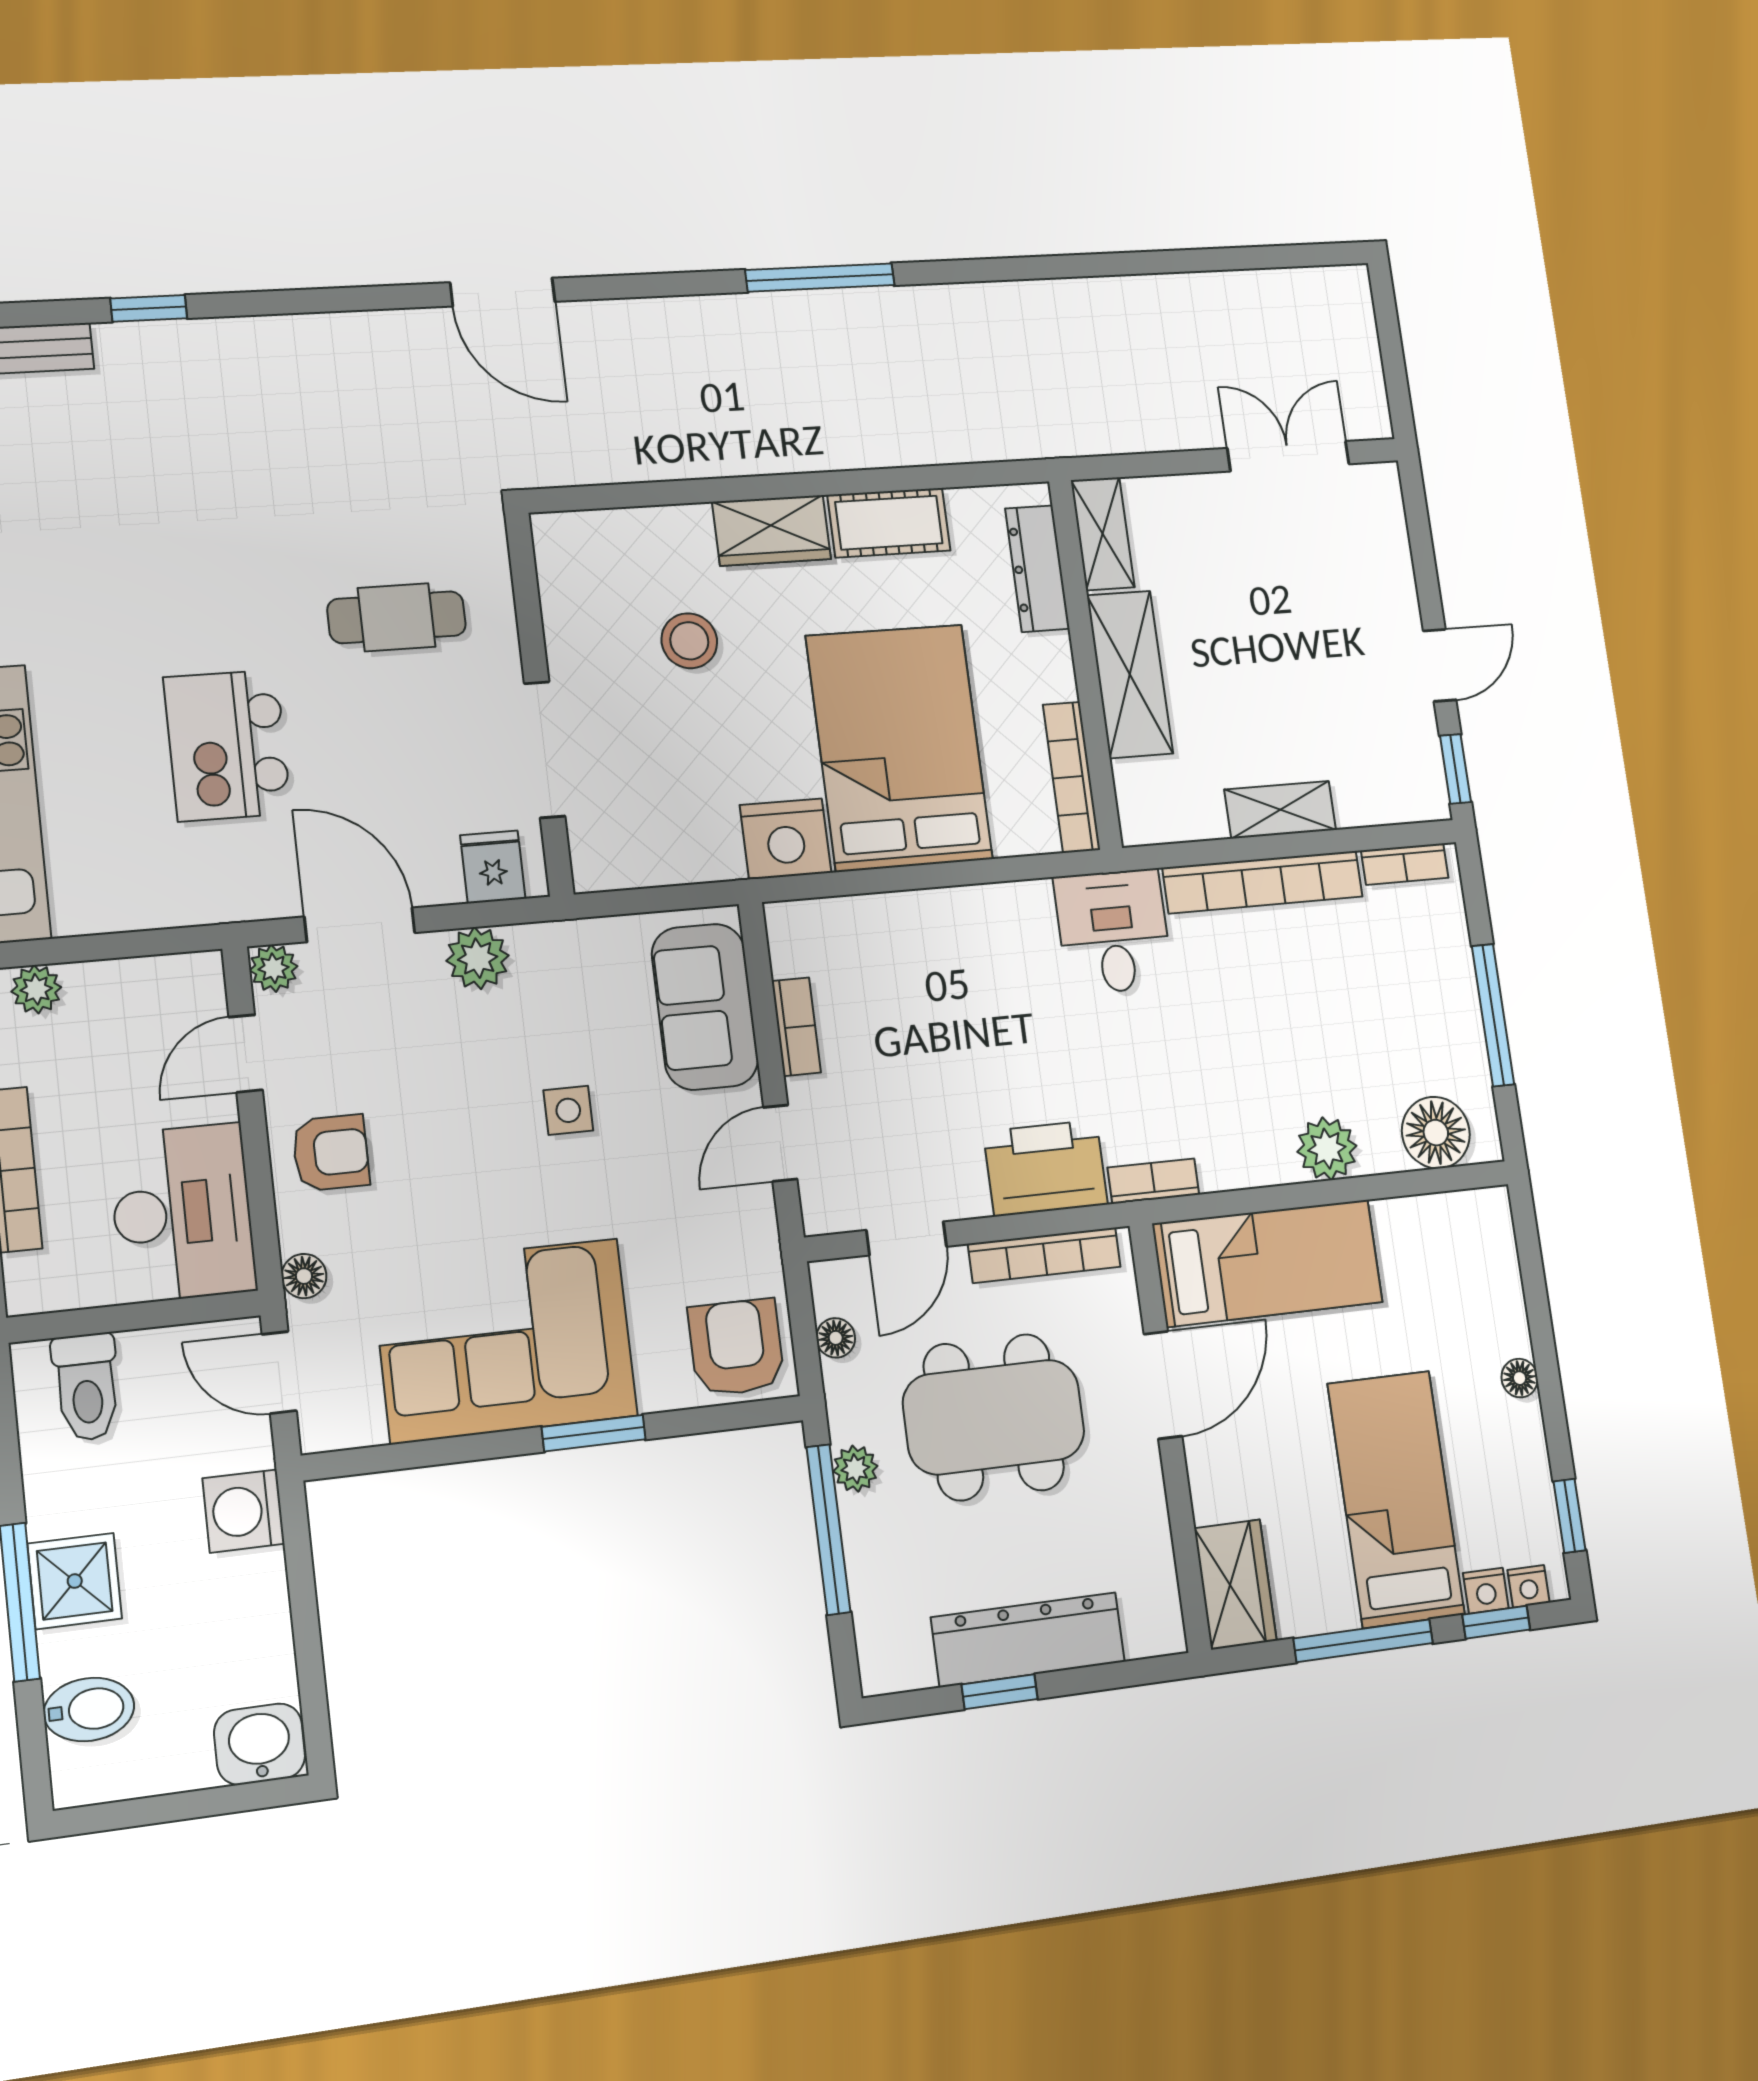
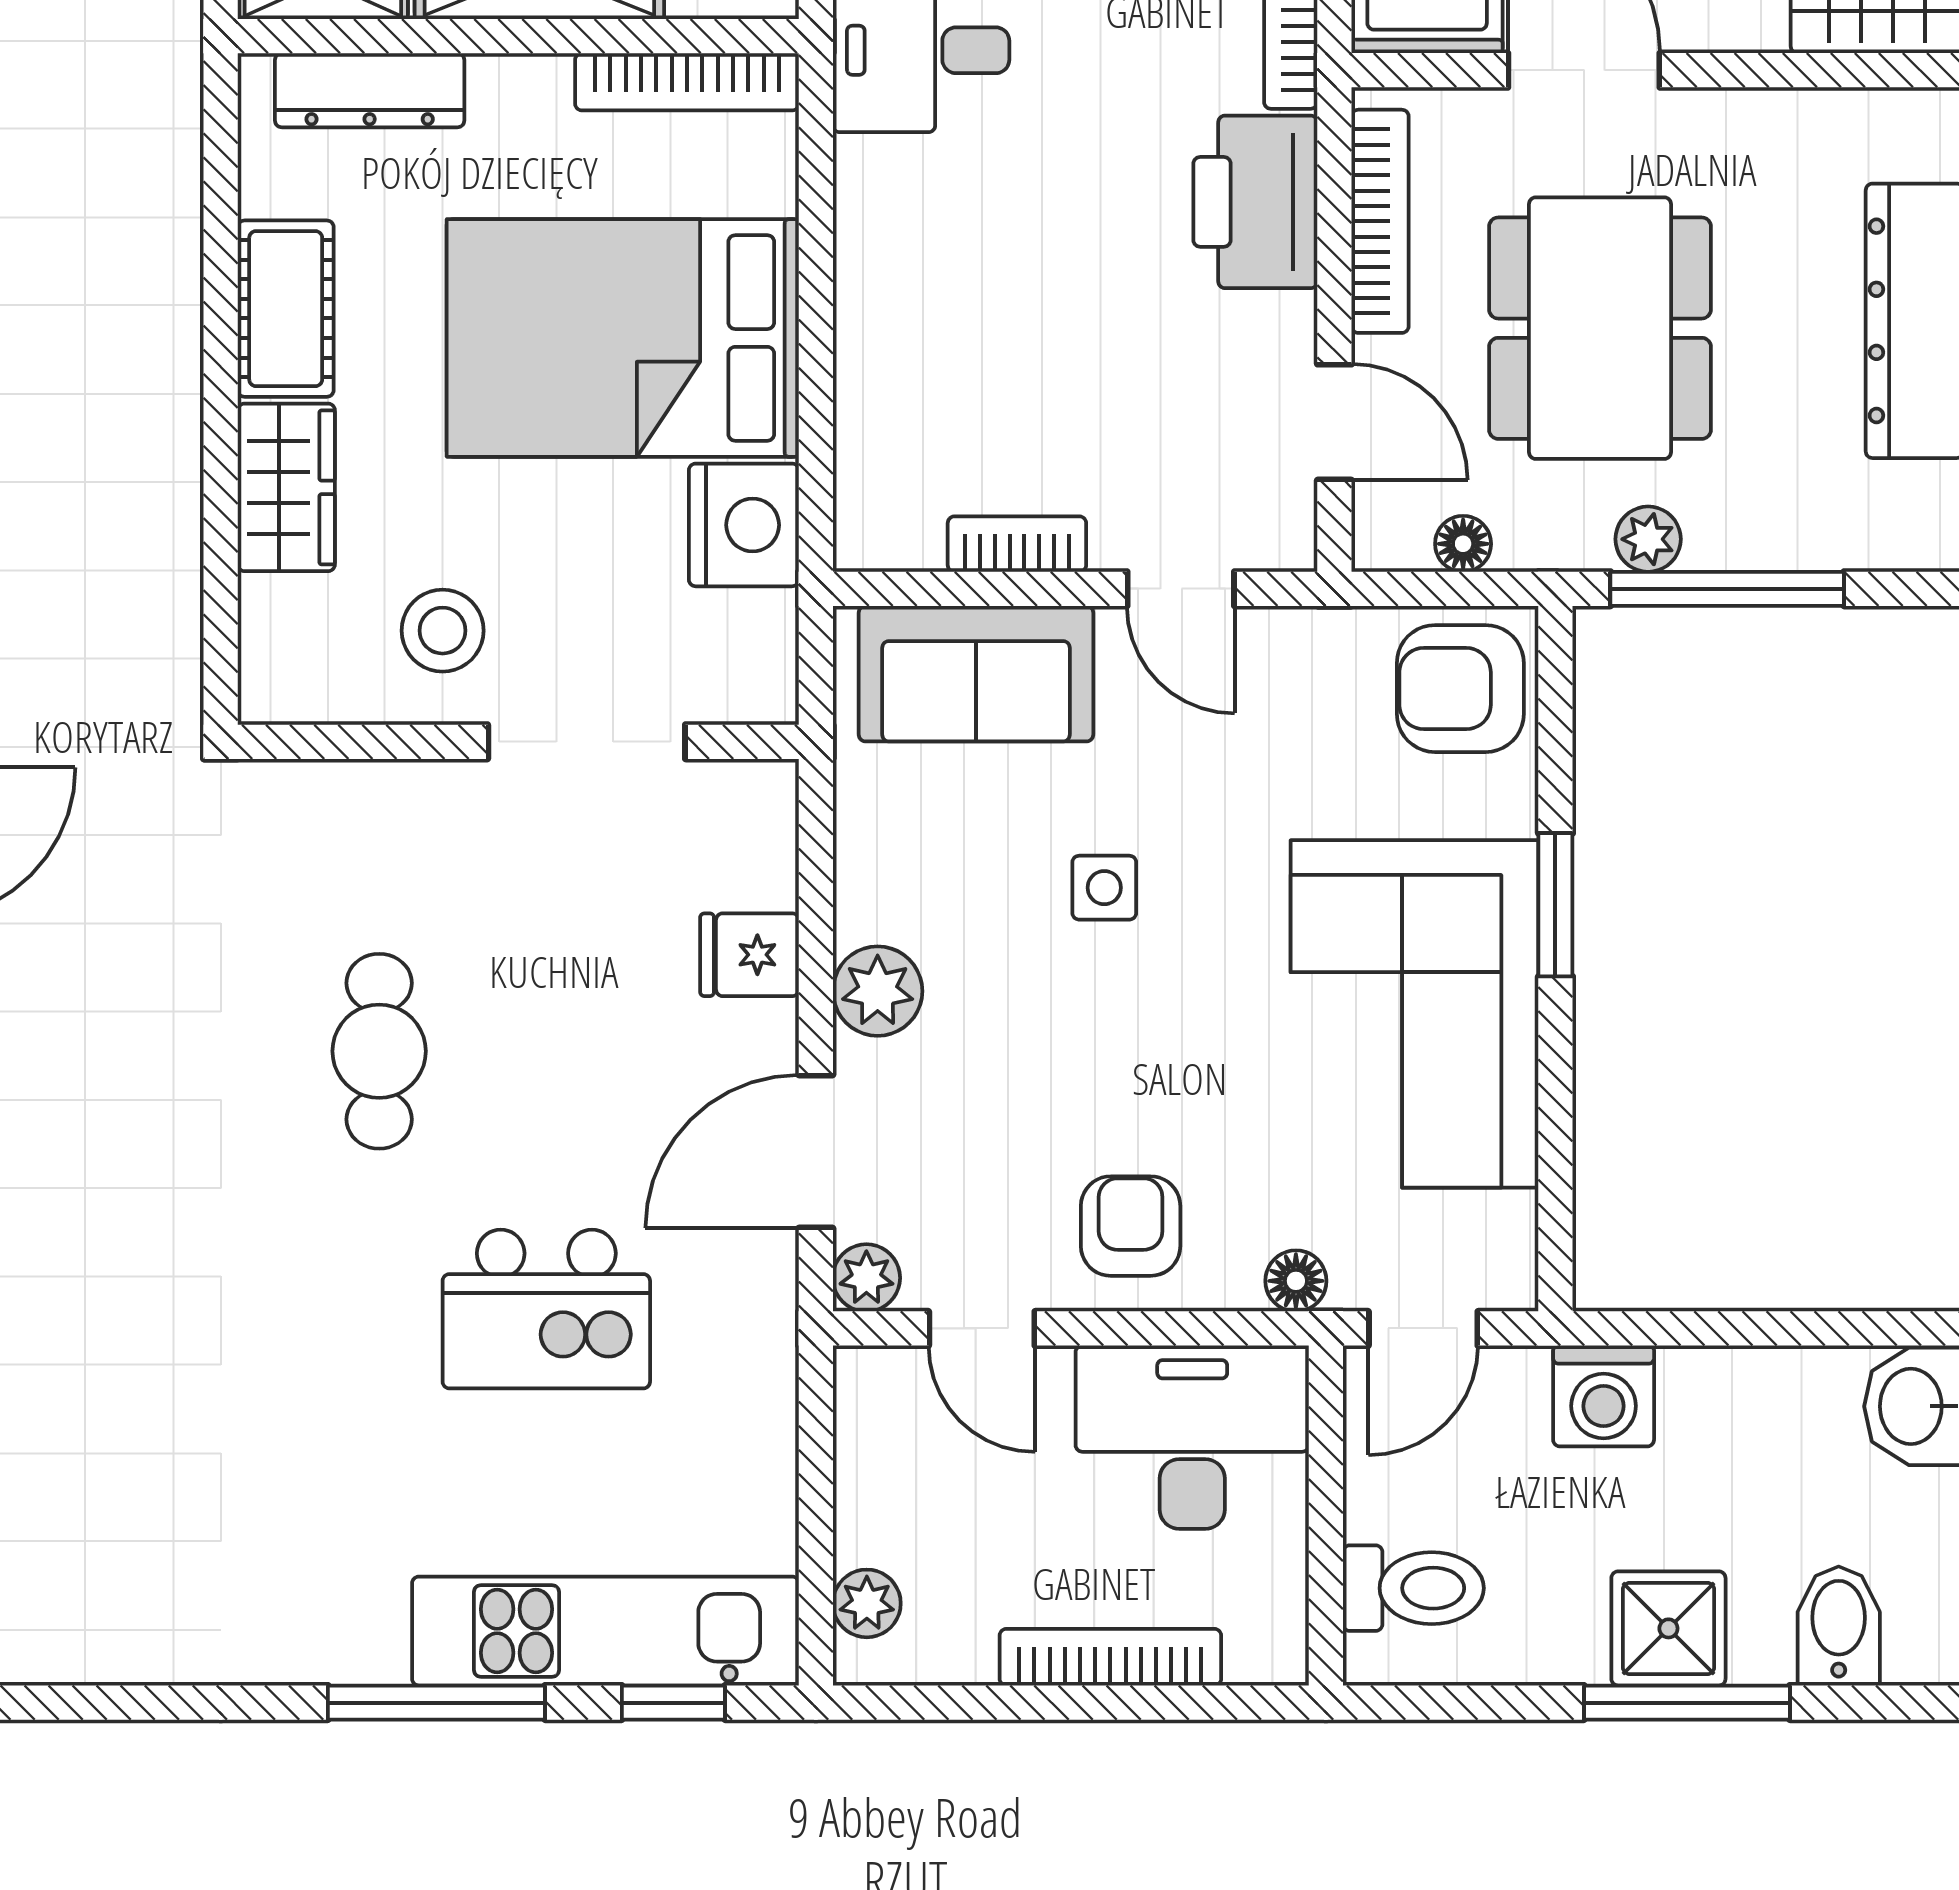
wall: (539, 703) -> (518, 742), moved
doorway: (545, 750) -> (587, 742), moved

